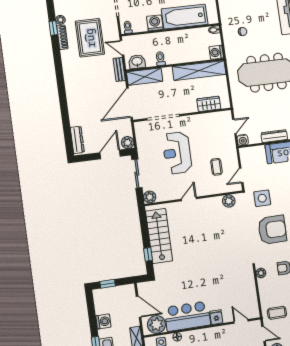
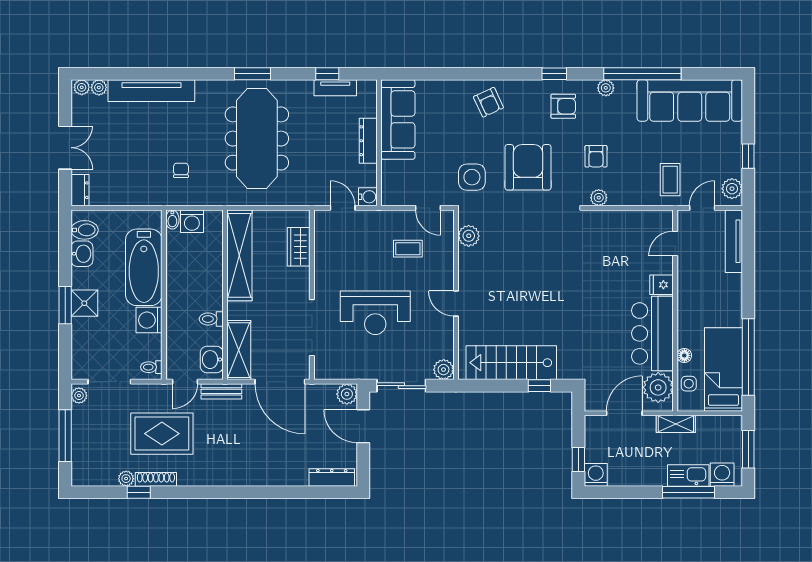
washing machine: (216, 52) -> (192, 221), moved
washing machine: (103, 321) -> (596, 475), moved

